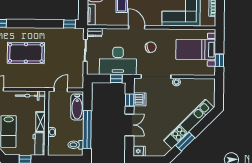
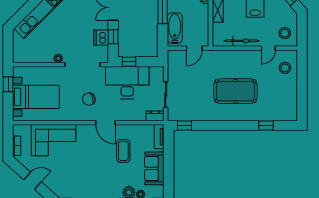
bicycle: (30, 96) -> (242, 41), moved

